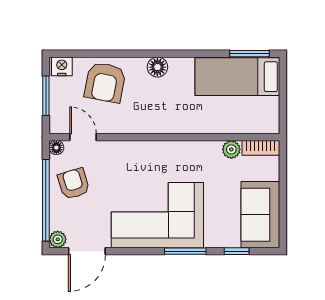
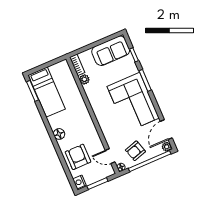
armchair: (105, 82) -> (78, 157), turned -101
door: (83, 137) -> (110, 156), hinge flipped
door: (87, 251) -> (166, 130), swing flipped

